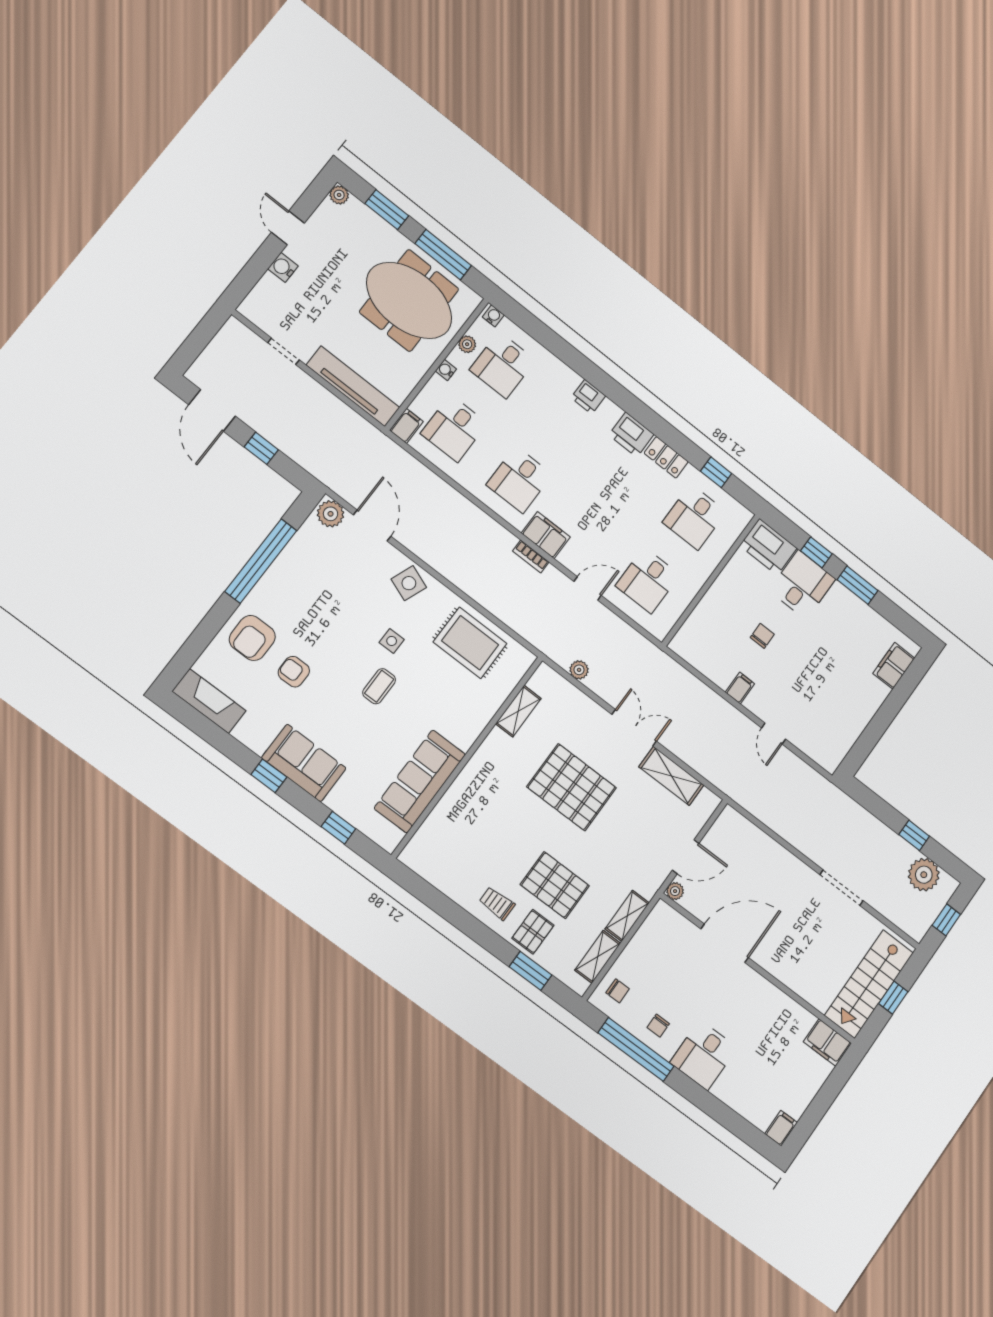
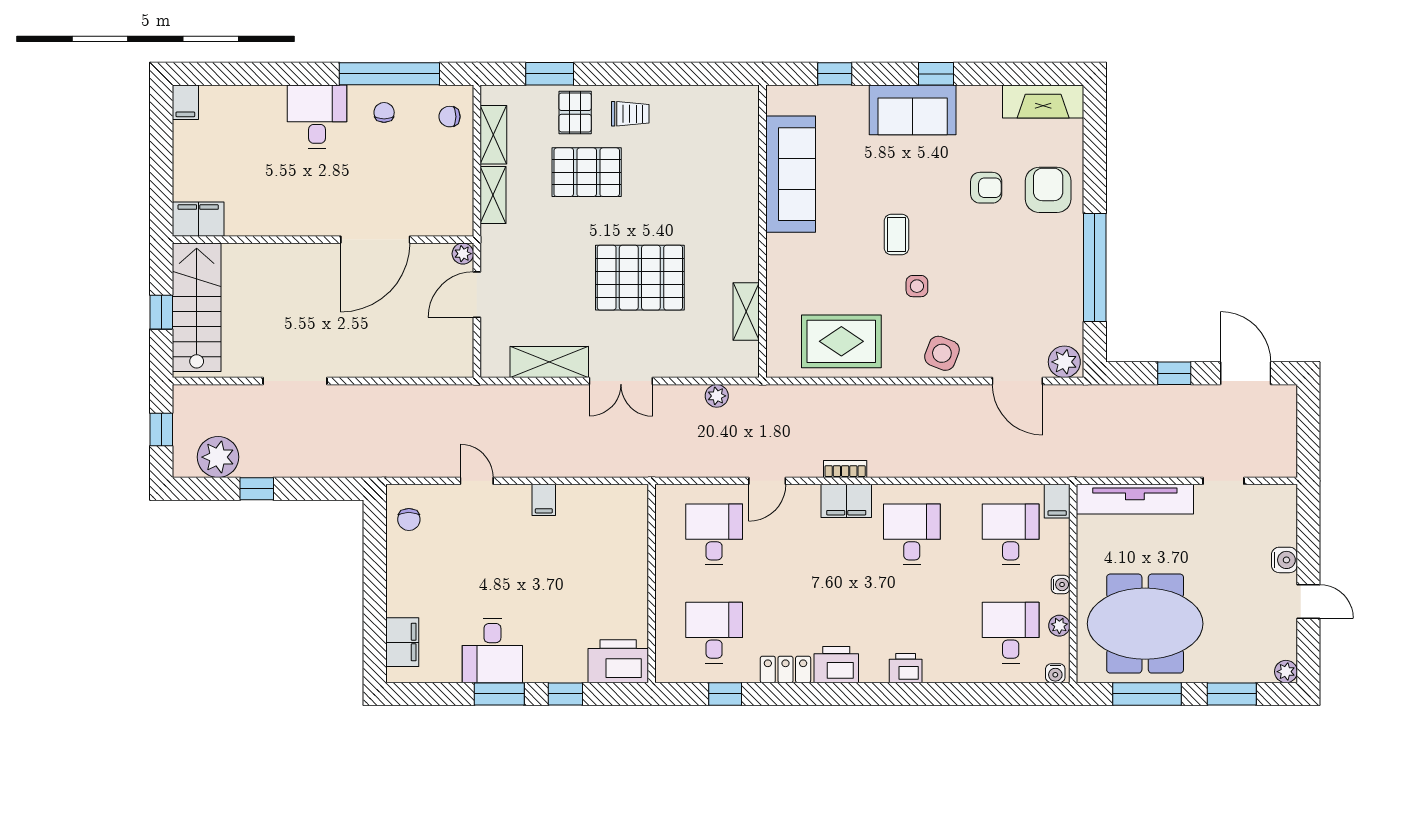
desk: (802, 585) -> (492, 651), moved
chair: (762, 636) -> (409, 520), moved

